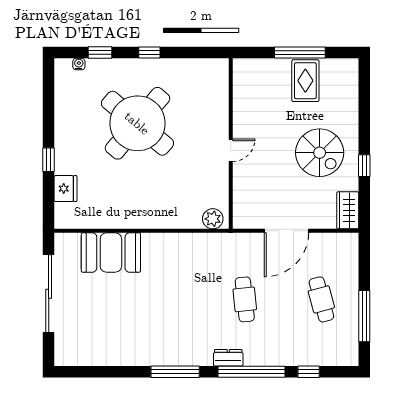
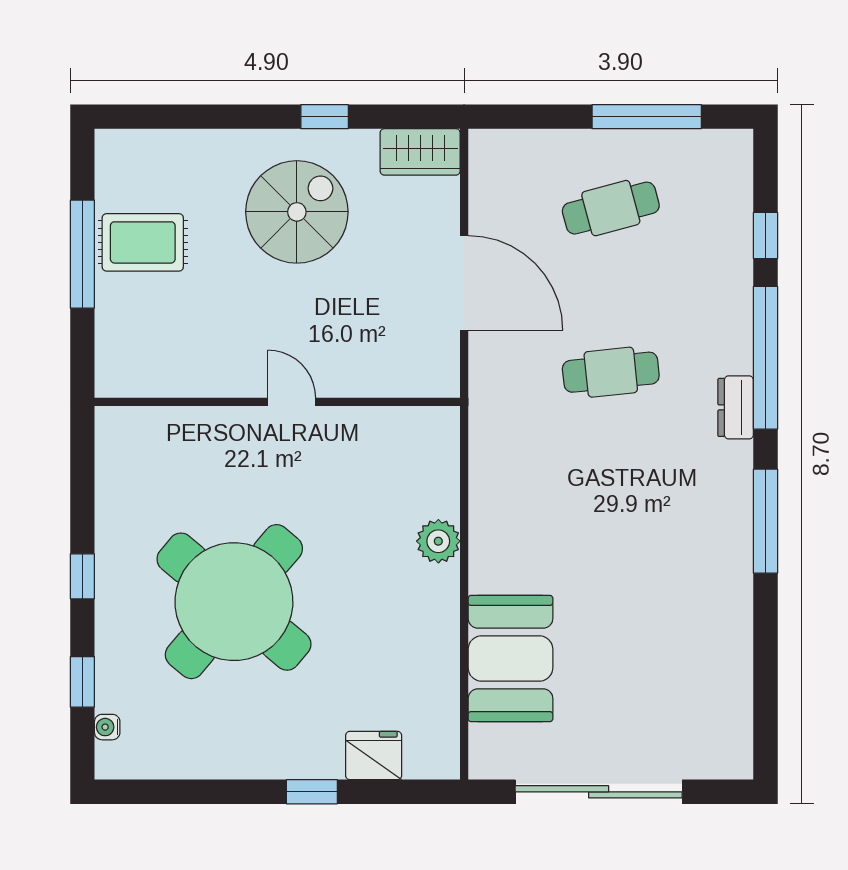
plant: (213, 219) -> (438, 541), moved

